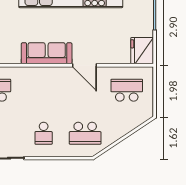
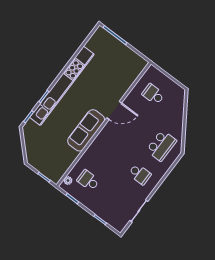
fridge: (142, 51) -> (134, 63), removed
school desk: (127, 90) -> (153, 94), width x0.54

